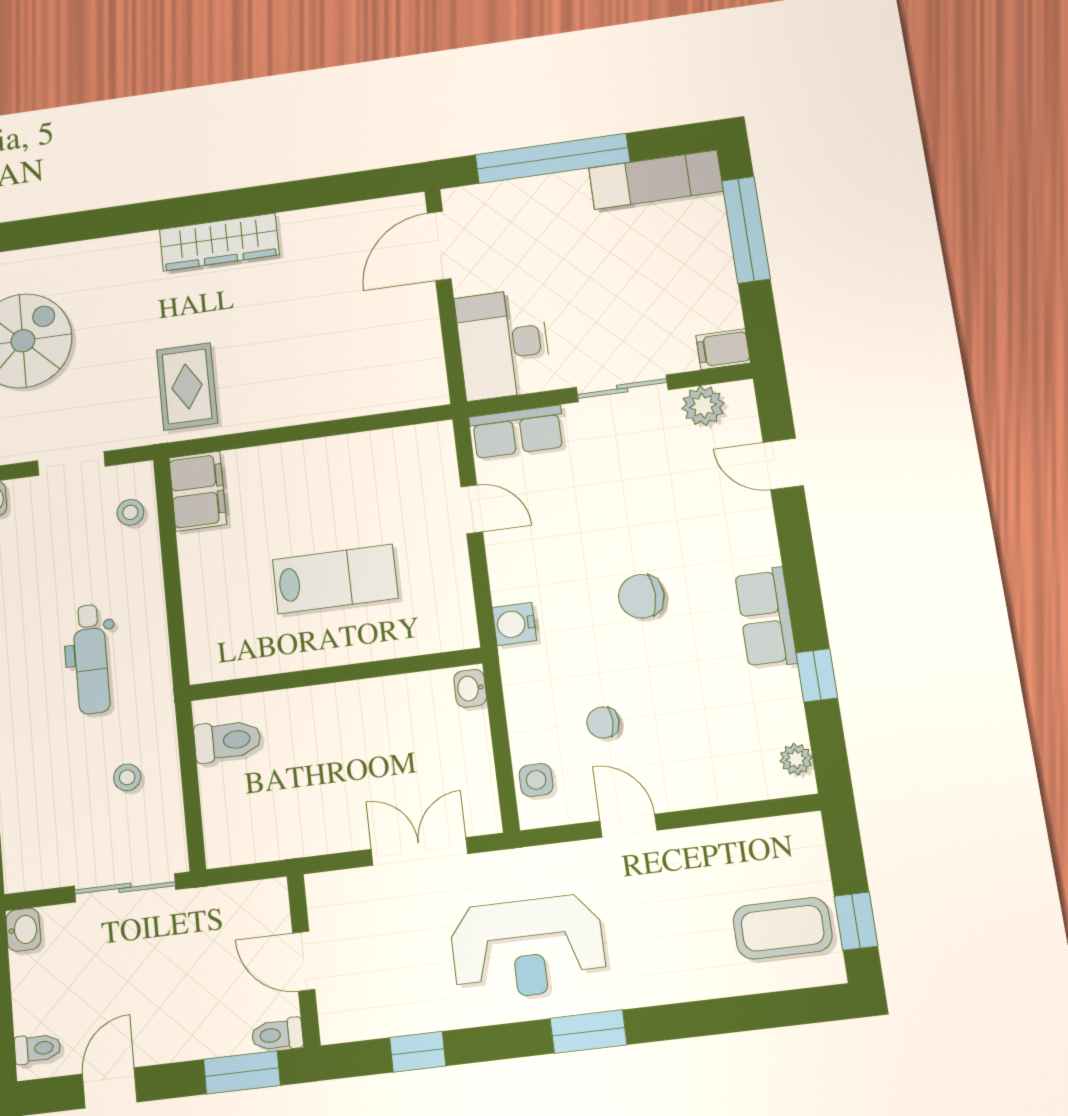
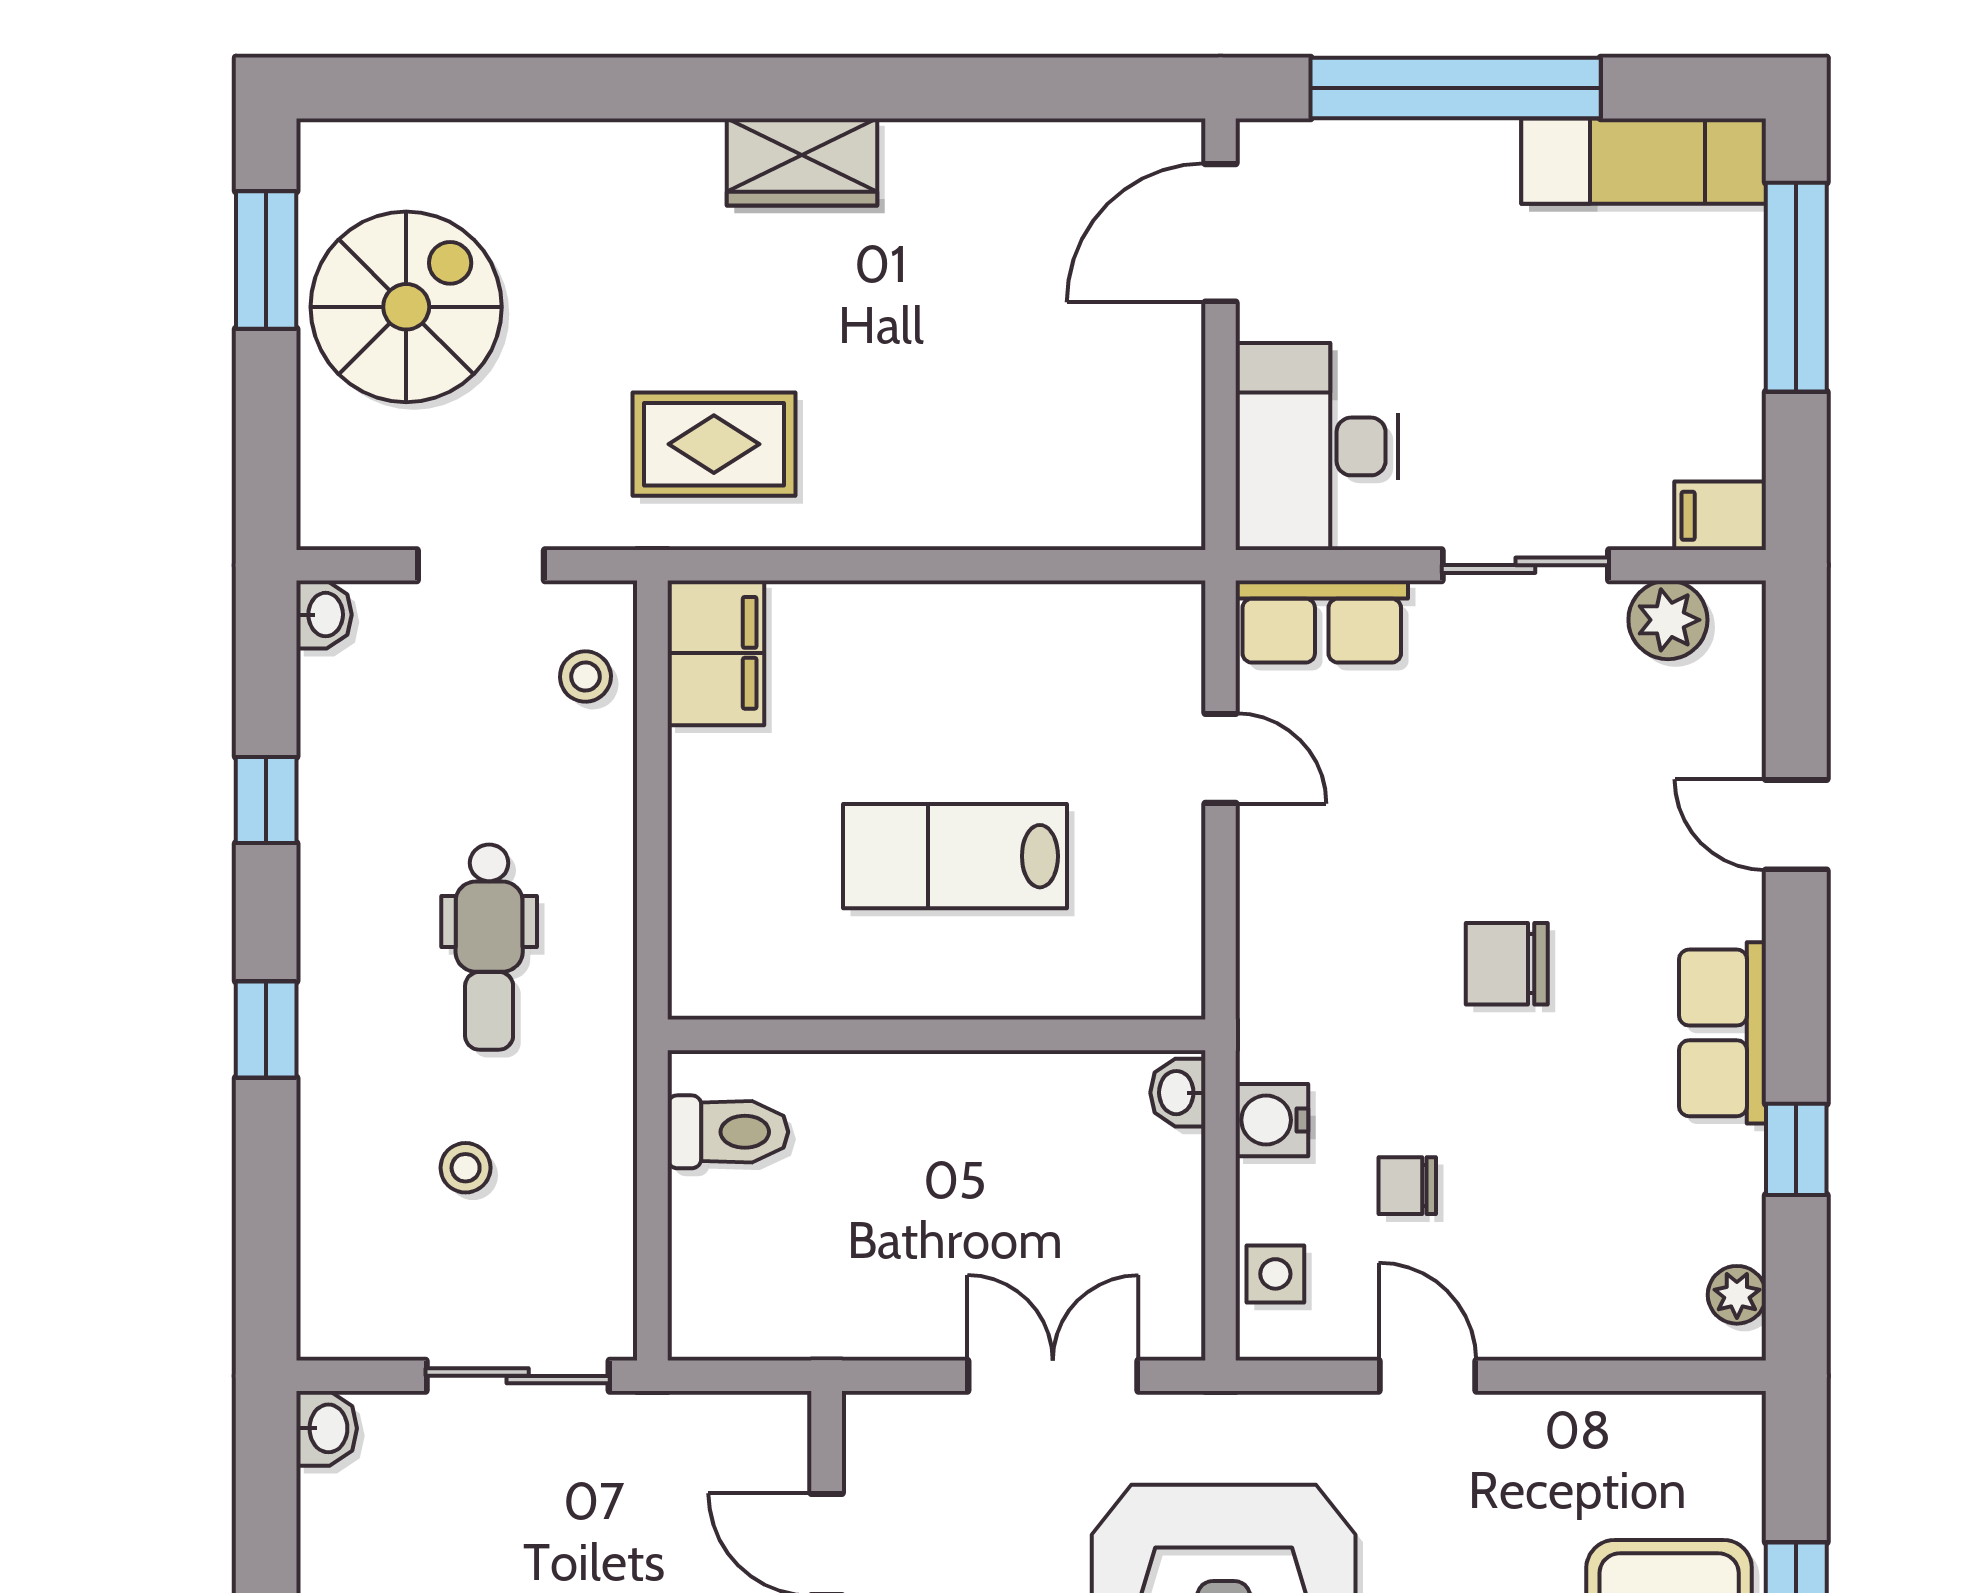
wardrobe: (219, 242) -> (802, 162), width x0.67
rug: (187, 386) -> (714, 444), turned 90
door: (783, 464) -> (1796, 825), moved
lab bench: (335, 579) -> (955, 856), turned 180
water cooler: (514, 624) -> (1272, 1120), moved
stool: (127, 777) -> (466, 1168), moved

